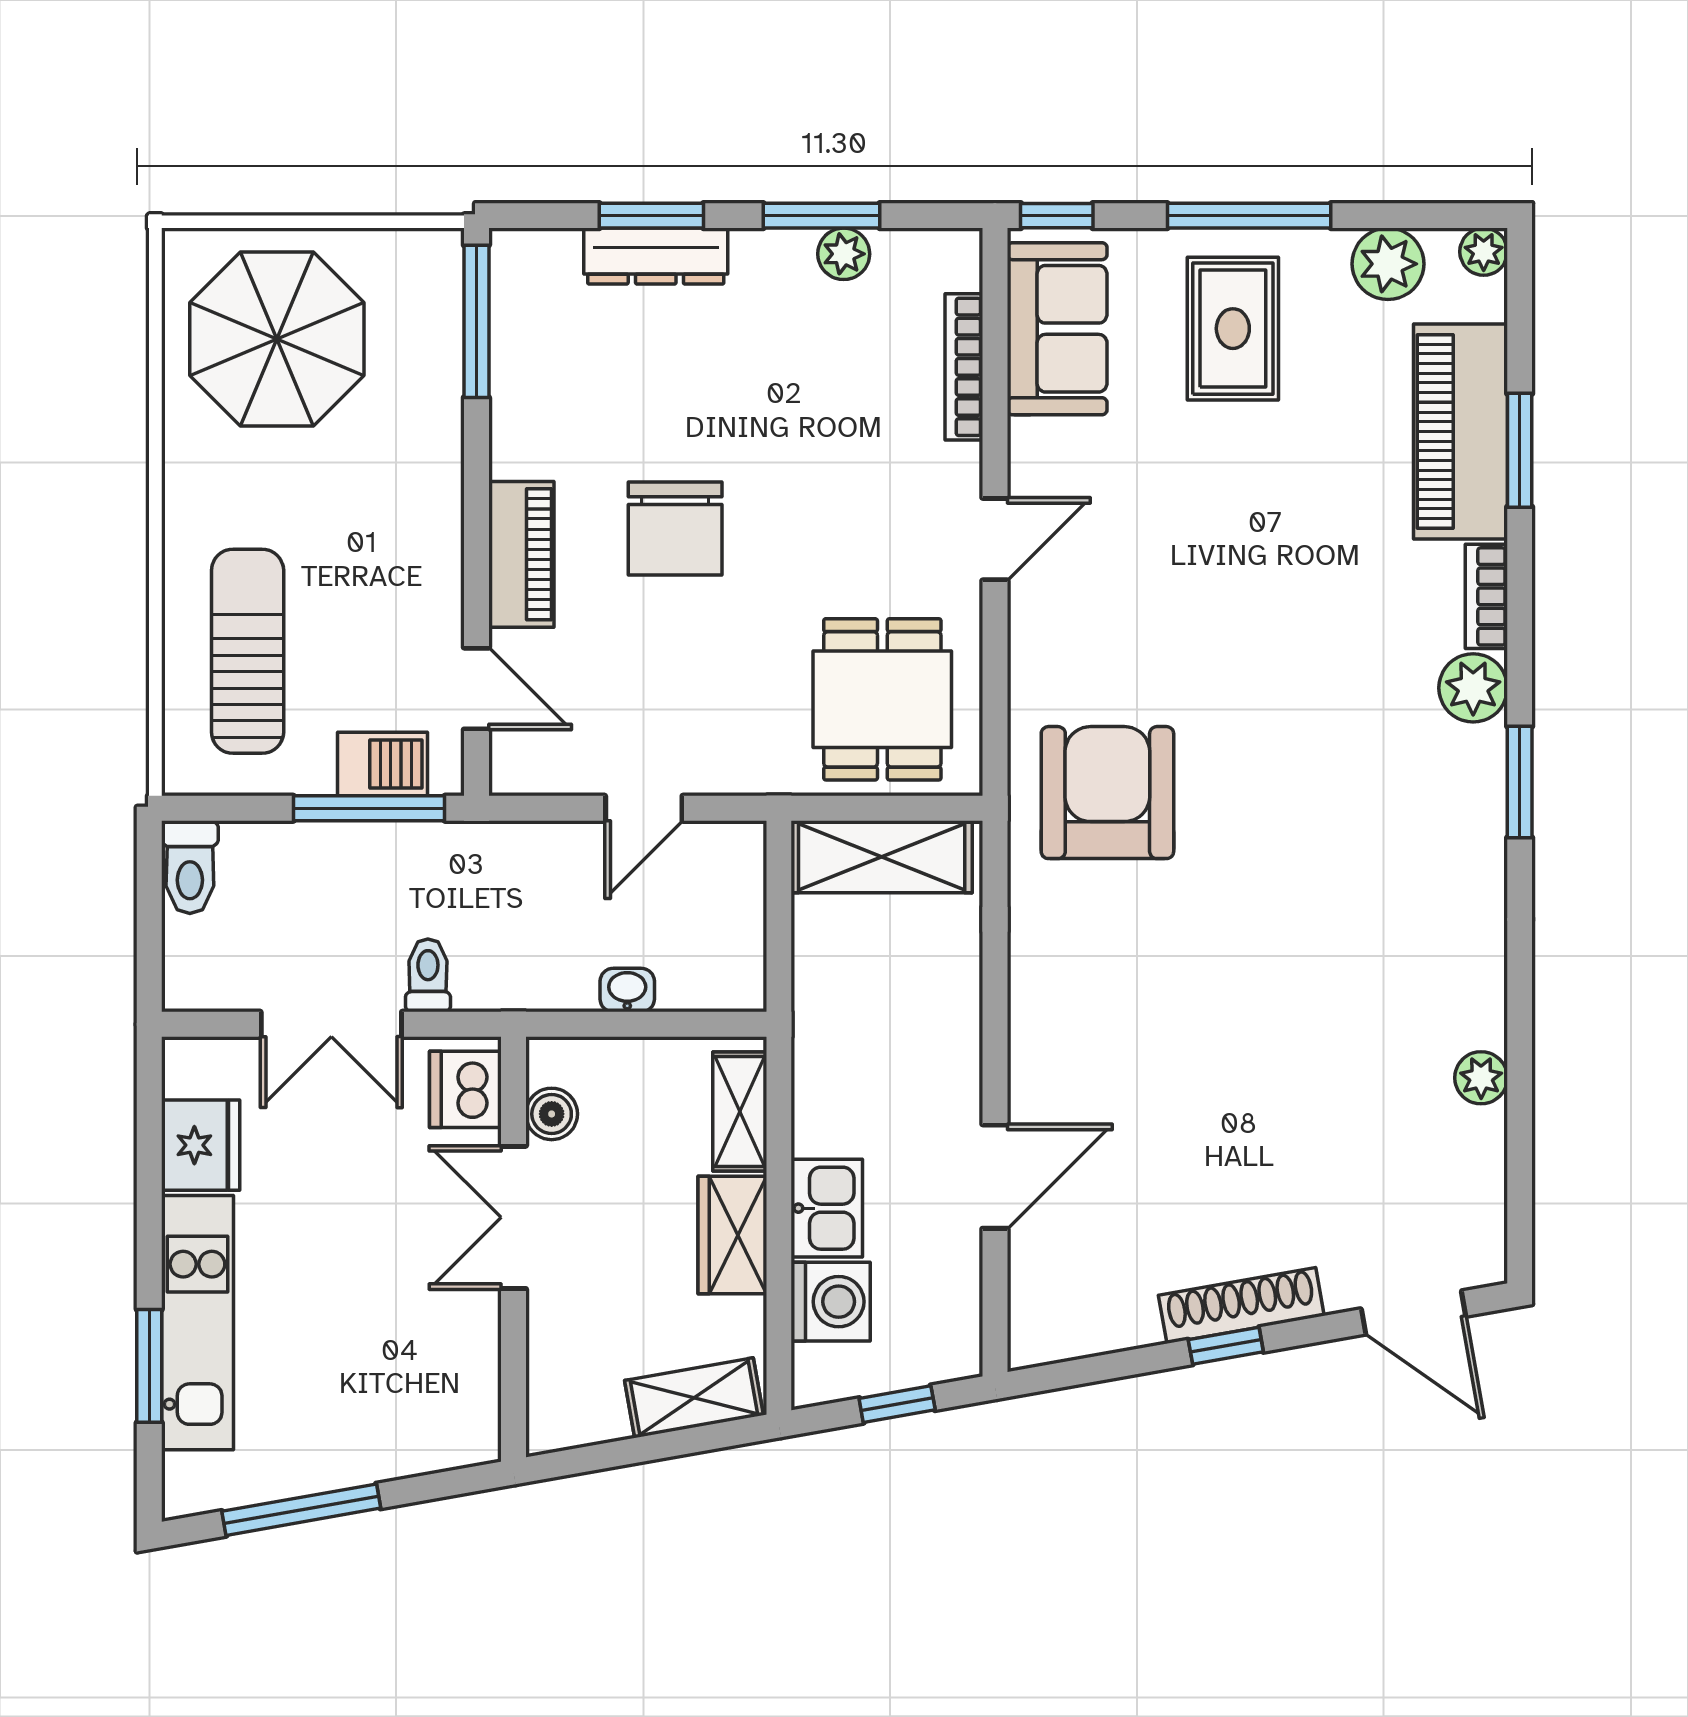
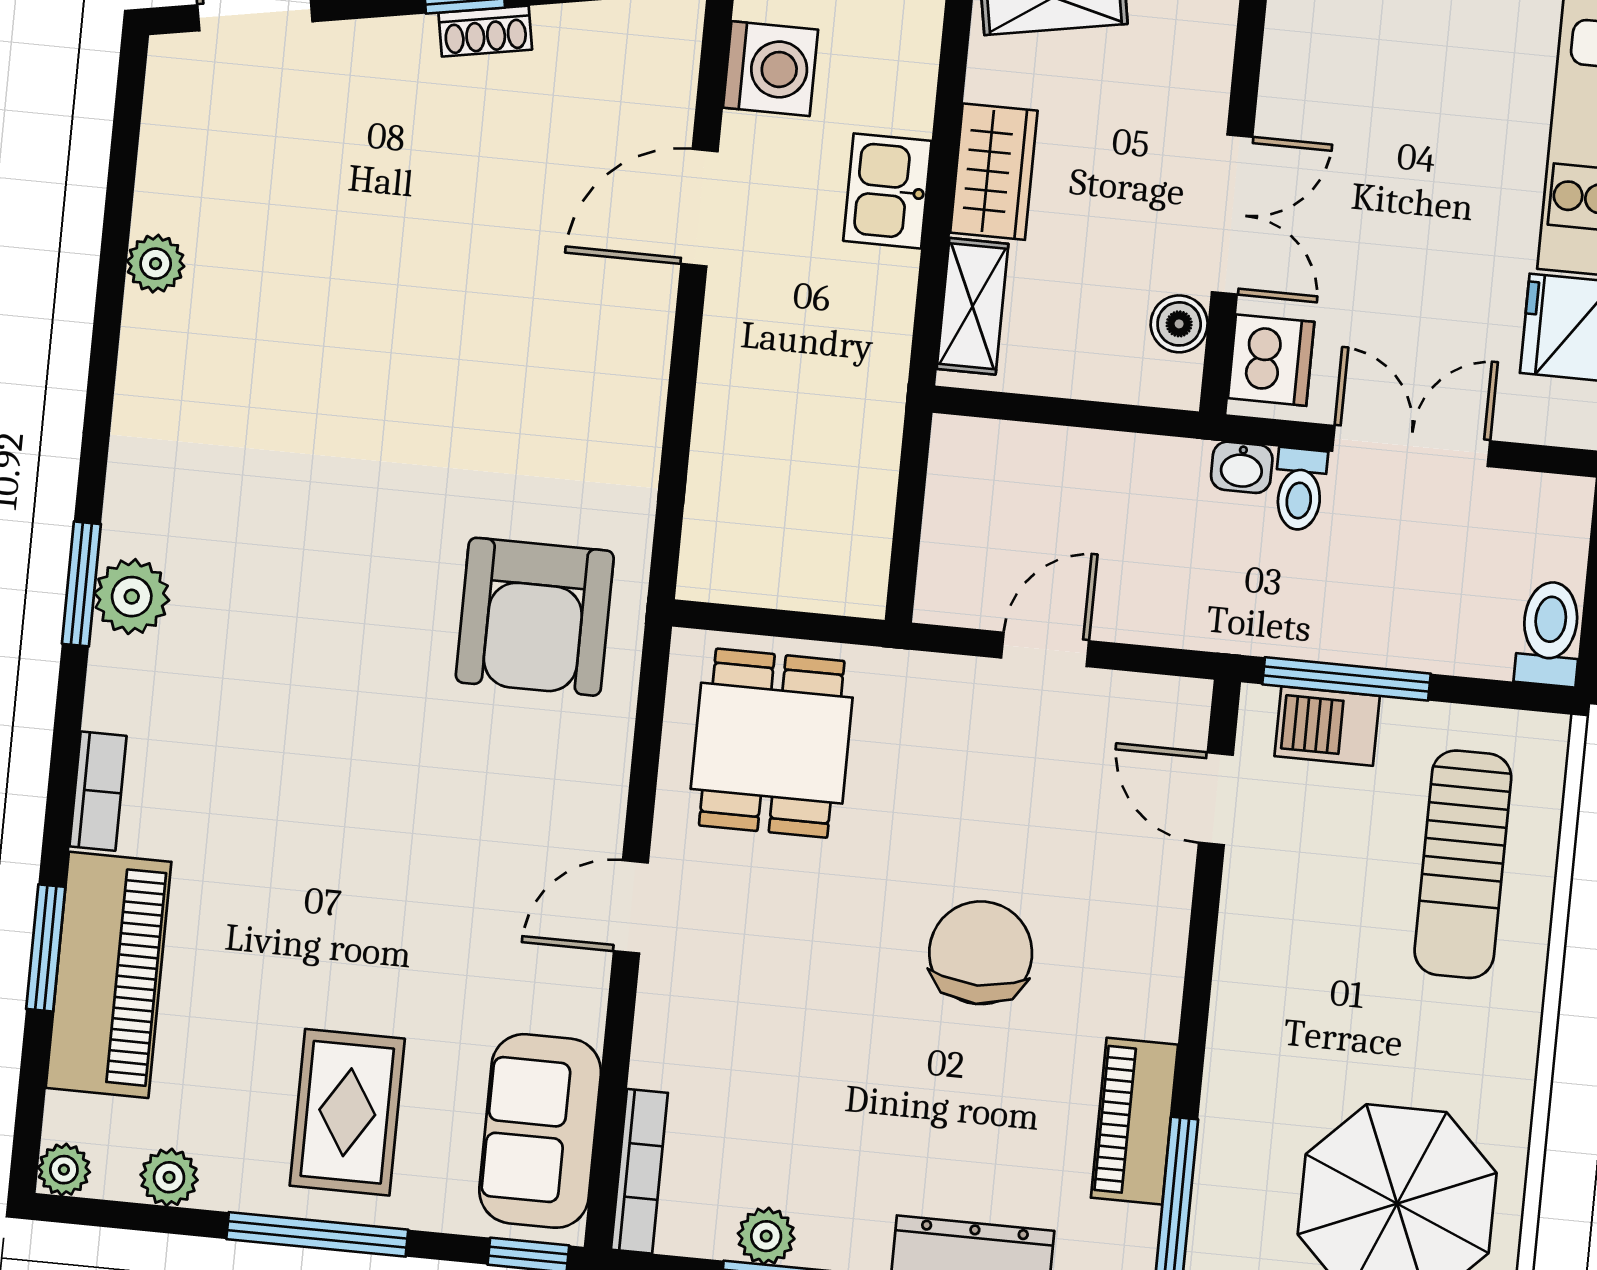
plant: (1388, 264) -> (169, 1177), width x0.73, depth x0.73
bookcase: (964, 367) -> (639, 1171), moved
piano: (521, 554) -> (1134, 1121), moved
plant: (1473, 688) -> (132, 597), moved
shelving: (882, 857) -> (789, 571), removed
washbasin: (627, 990) -> (1242, 467), moved
washing machine: (831, 1302) -> (771, 69), moved, turned 180
shoe rack: (1241, 1306) -> (485, 31), width x0.51, depth x0.81

